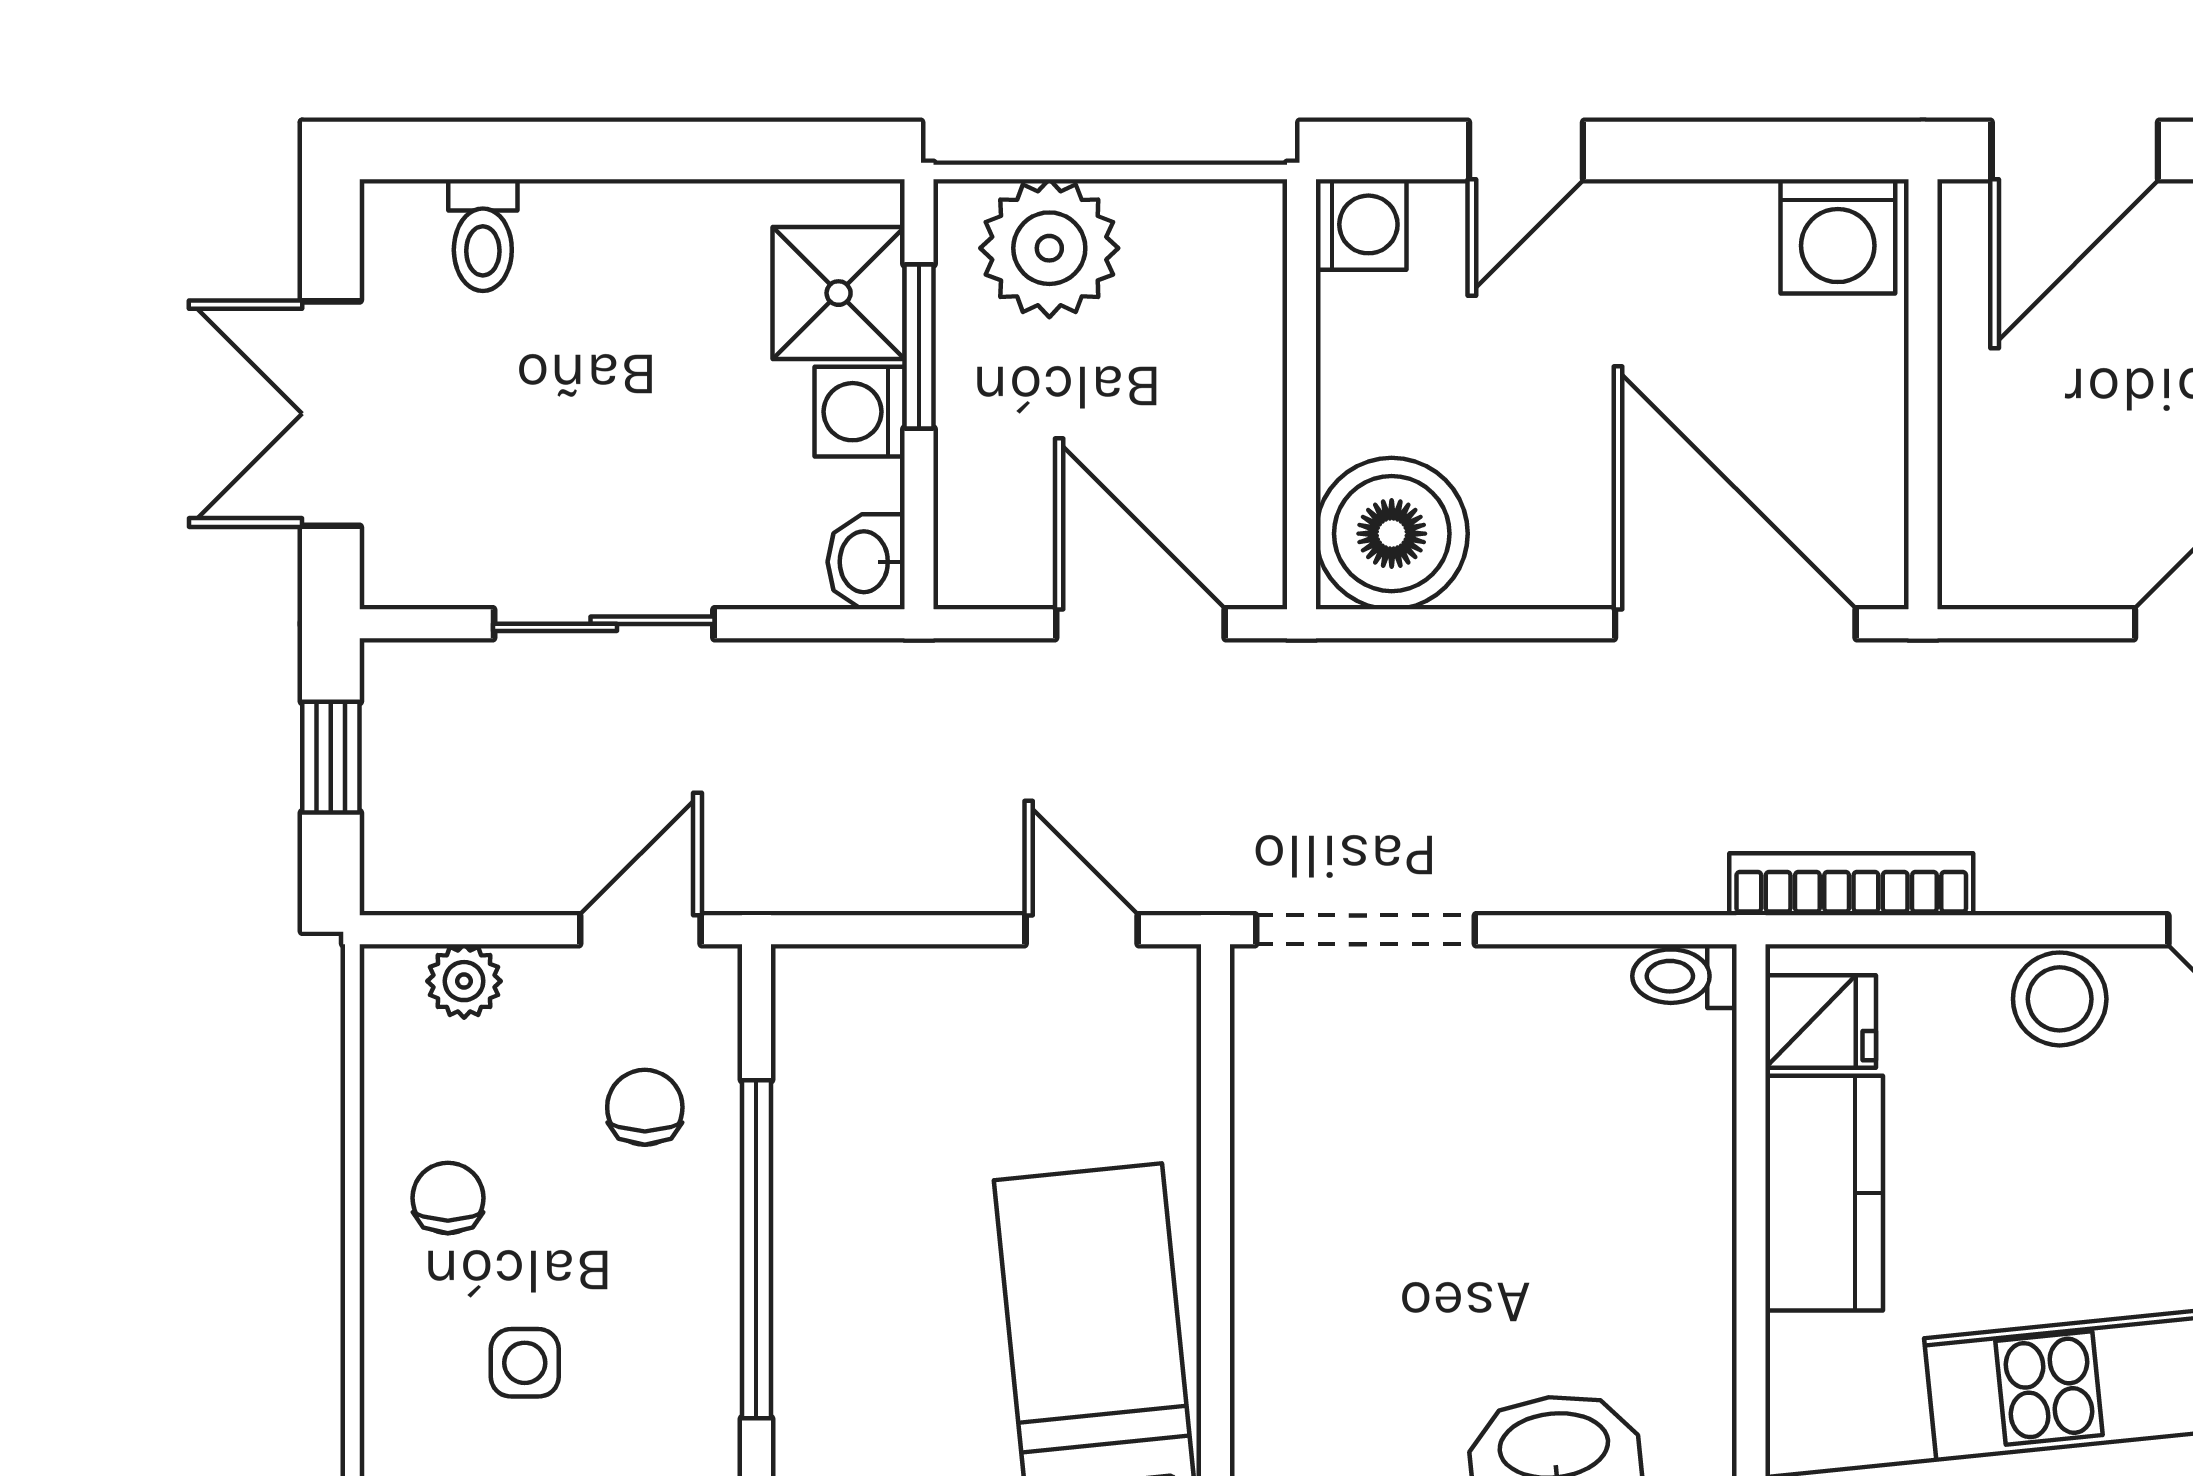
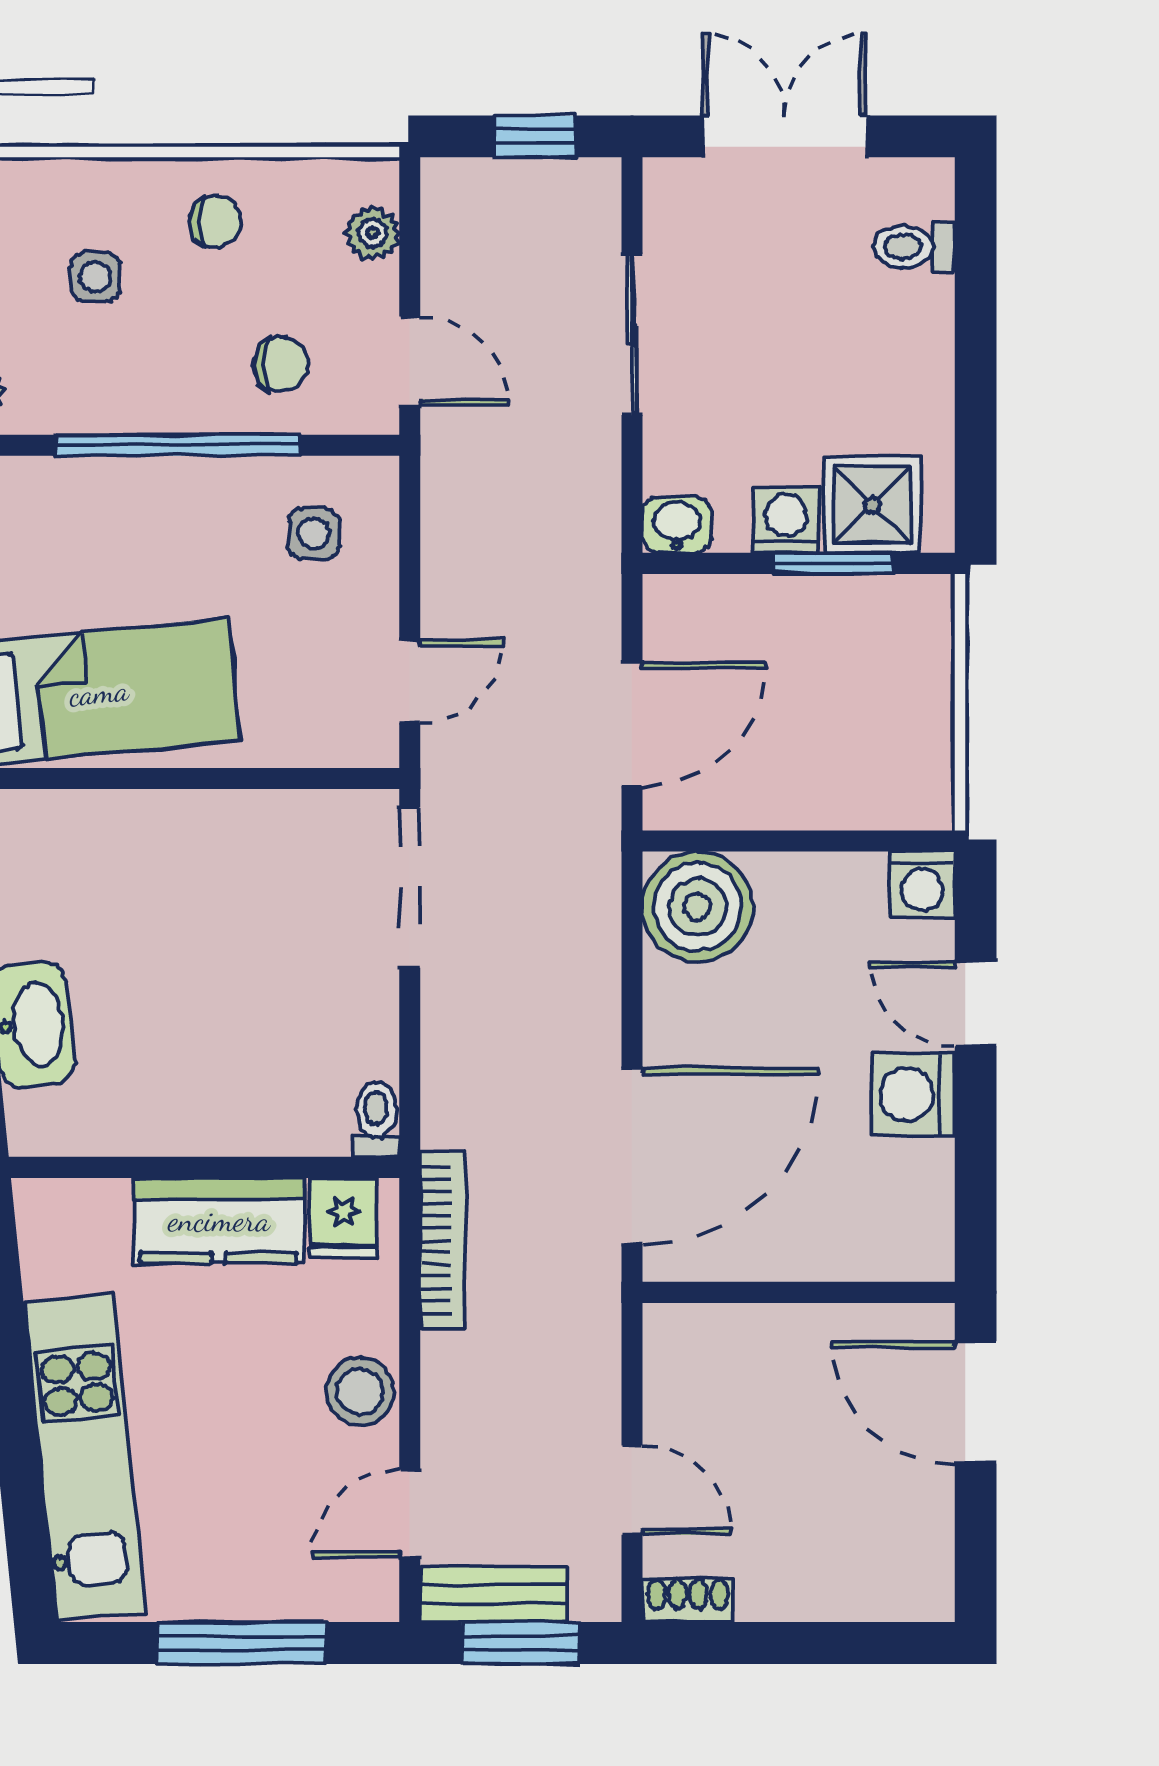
washing machine: (1838, 236) -> (913, 1094), moved
plant: (1049, 248) -> (905, 658), removed
side table: (878, 1062) -> (314, 534), added

